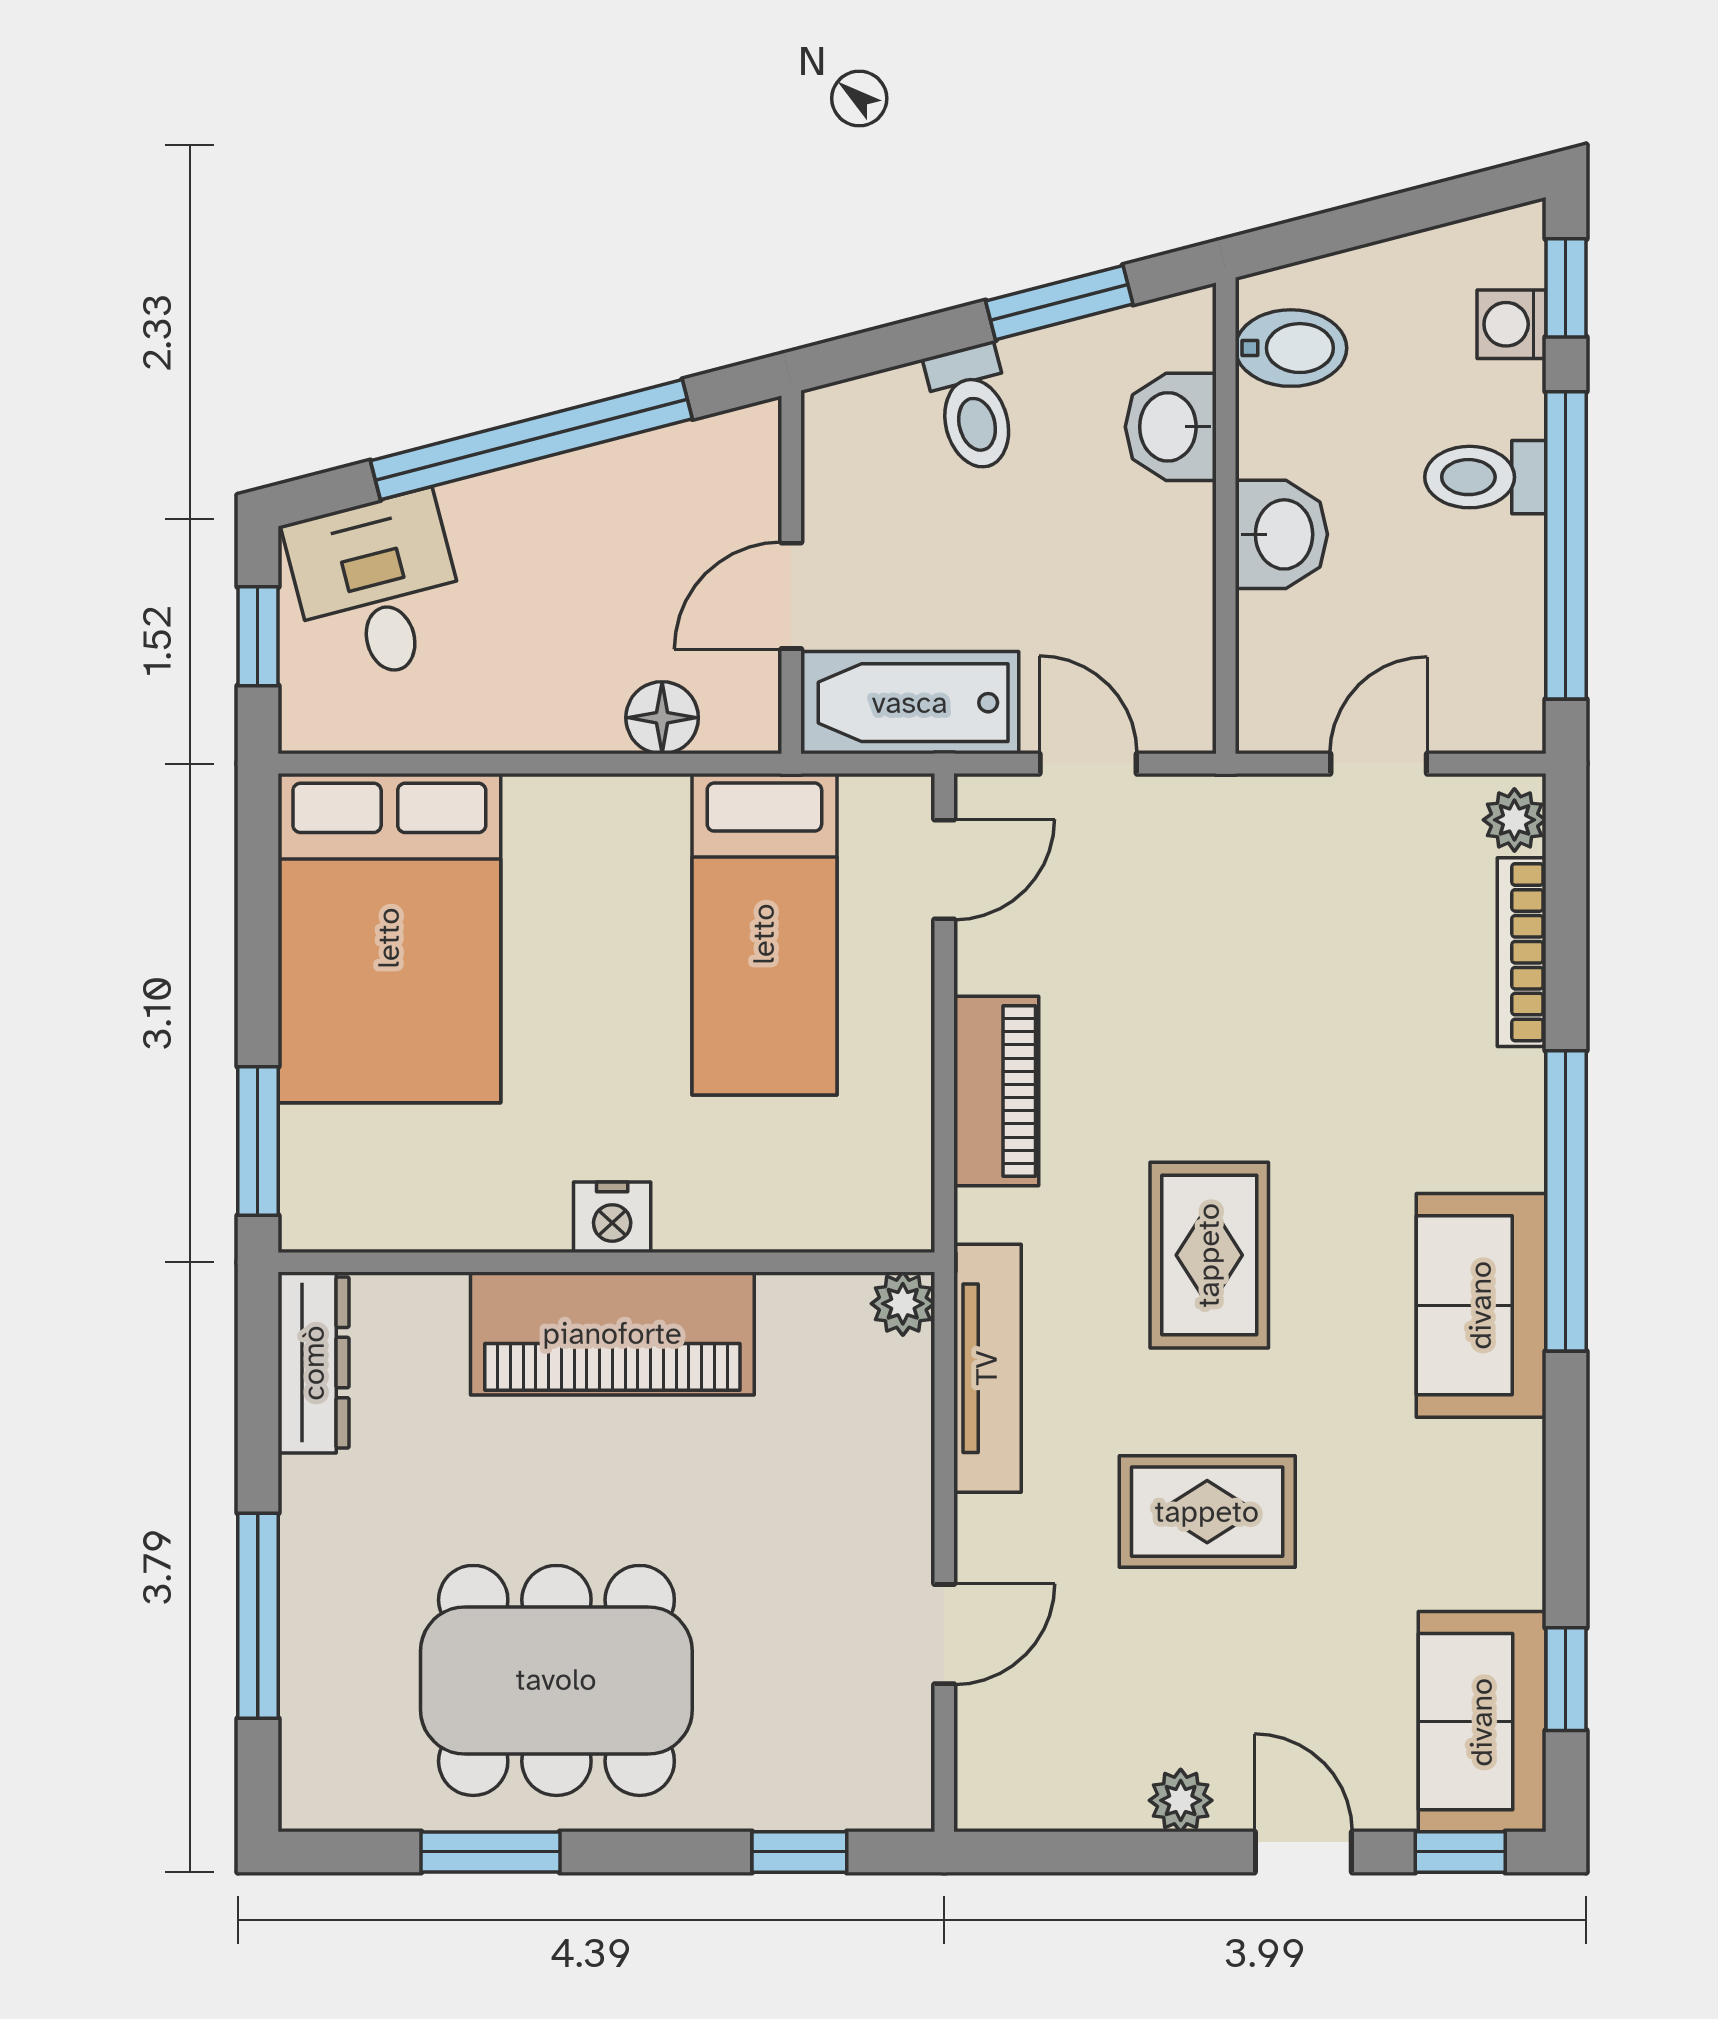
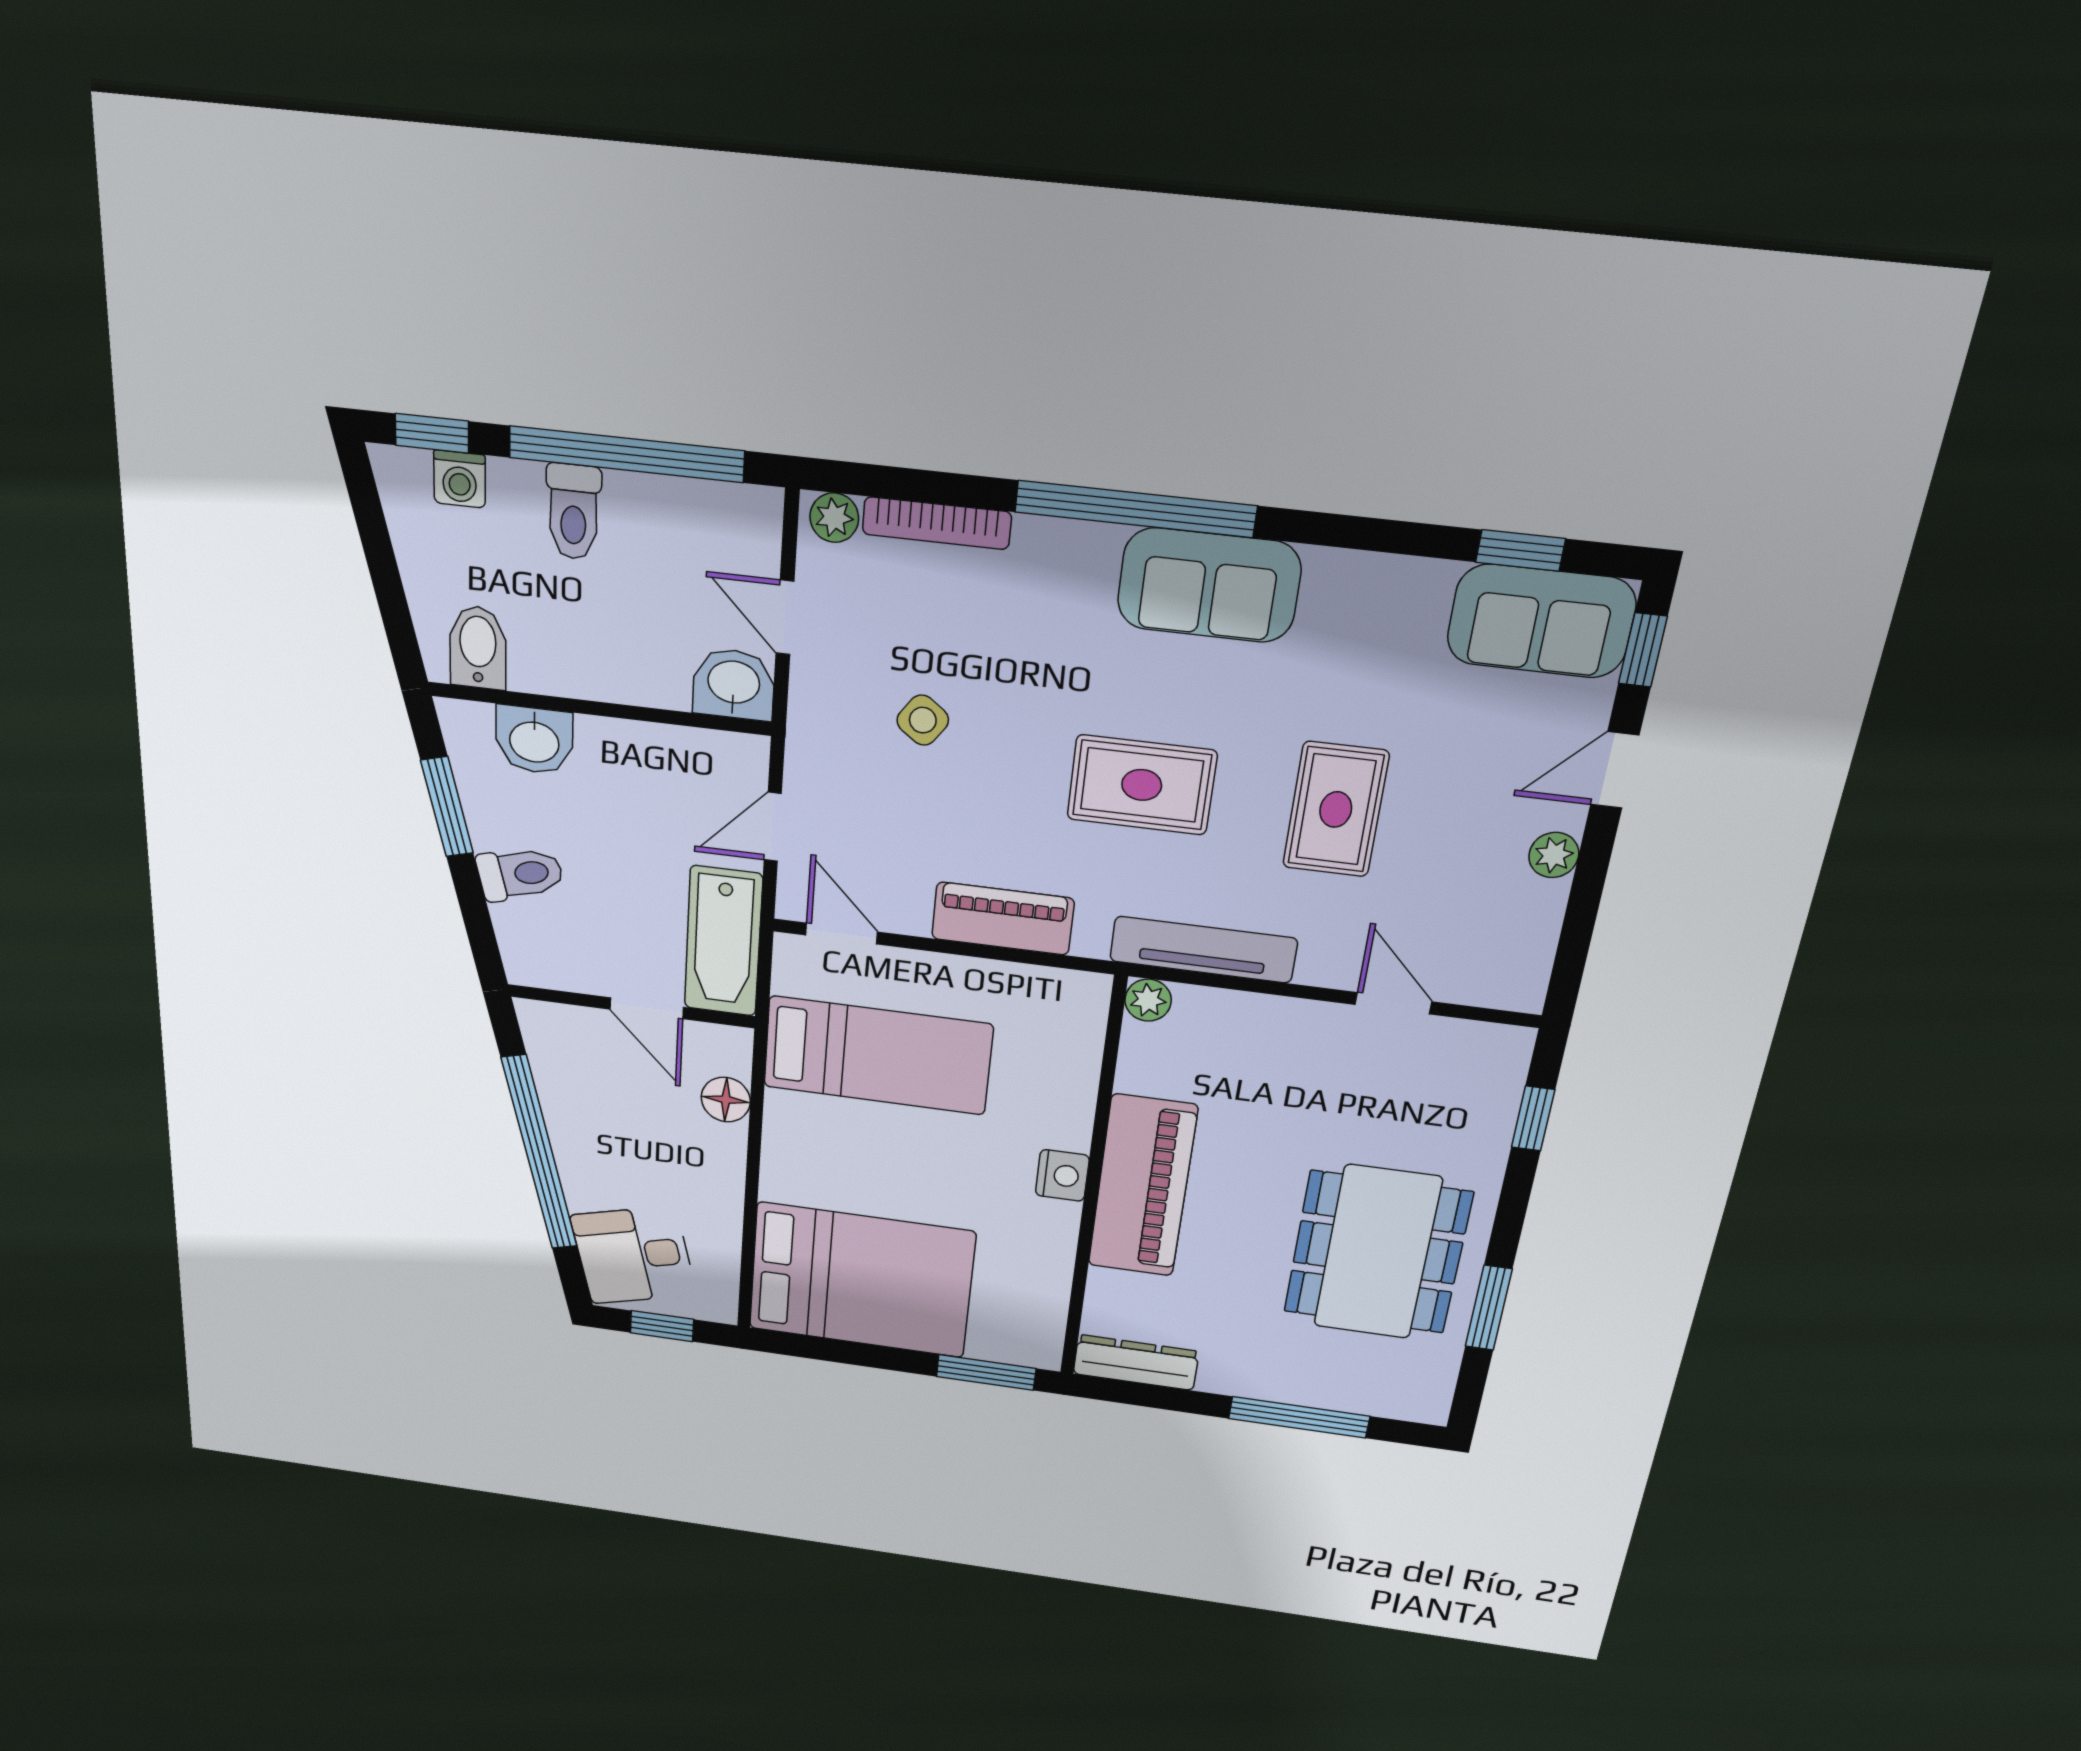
washbasin: (1281, 534) -> (734, 684), moved
side table: (1262, 957) -> (923, 720), added

